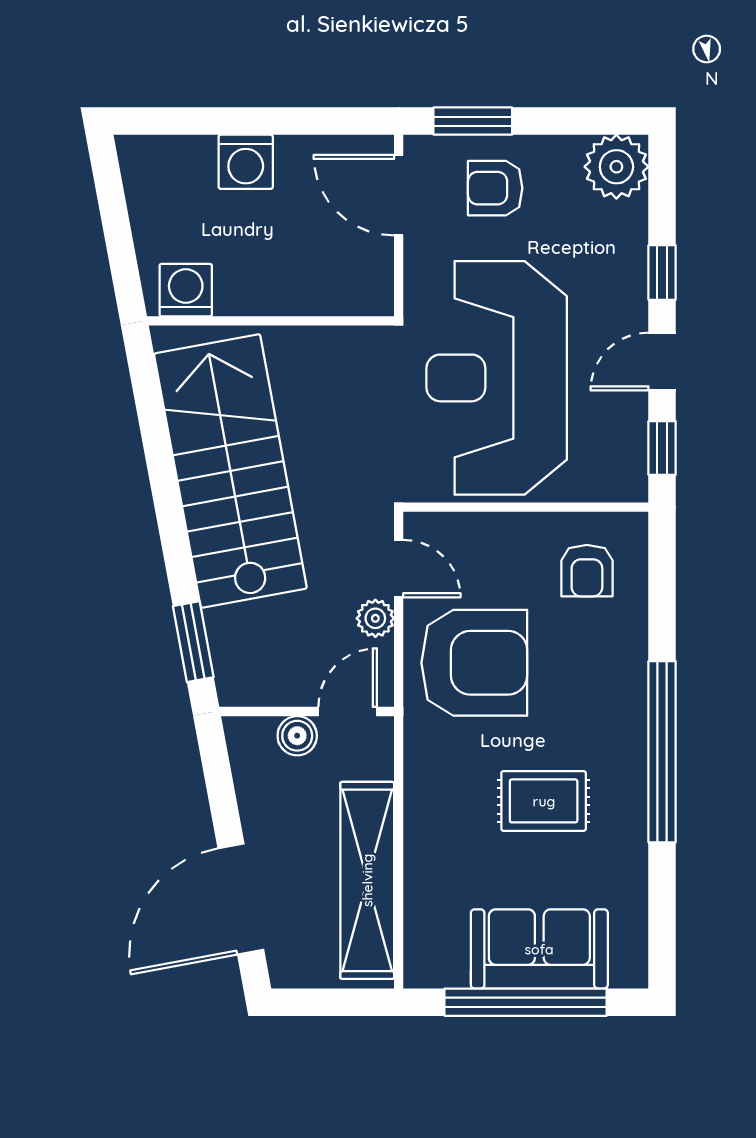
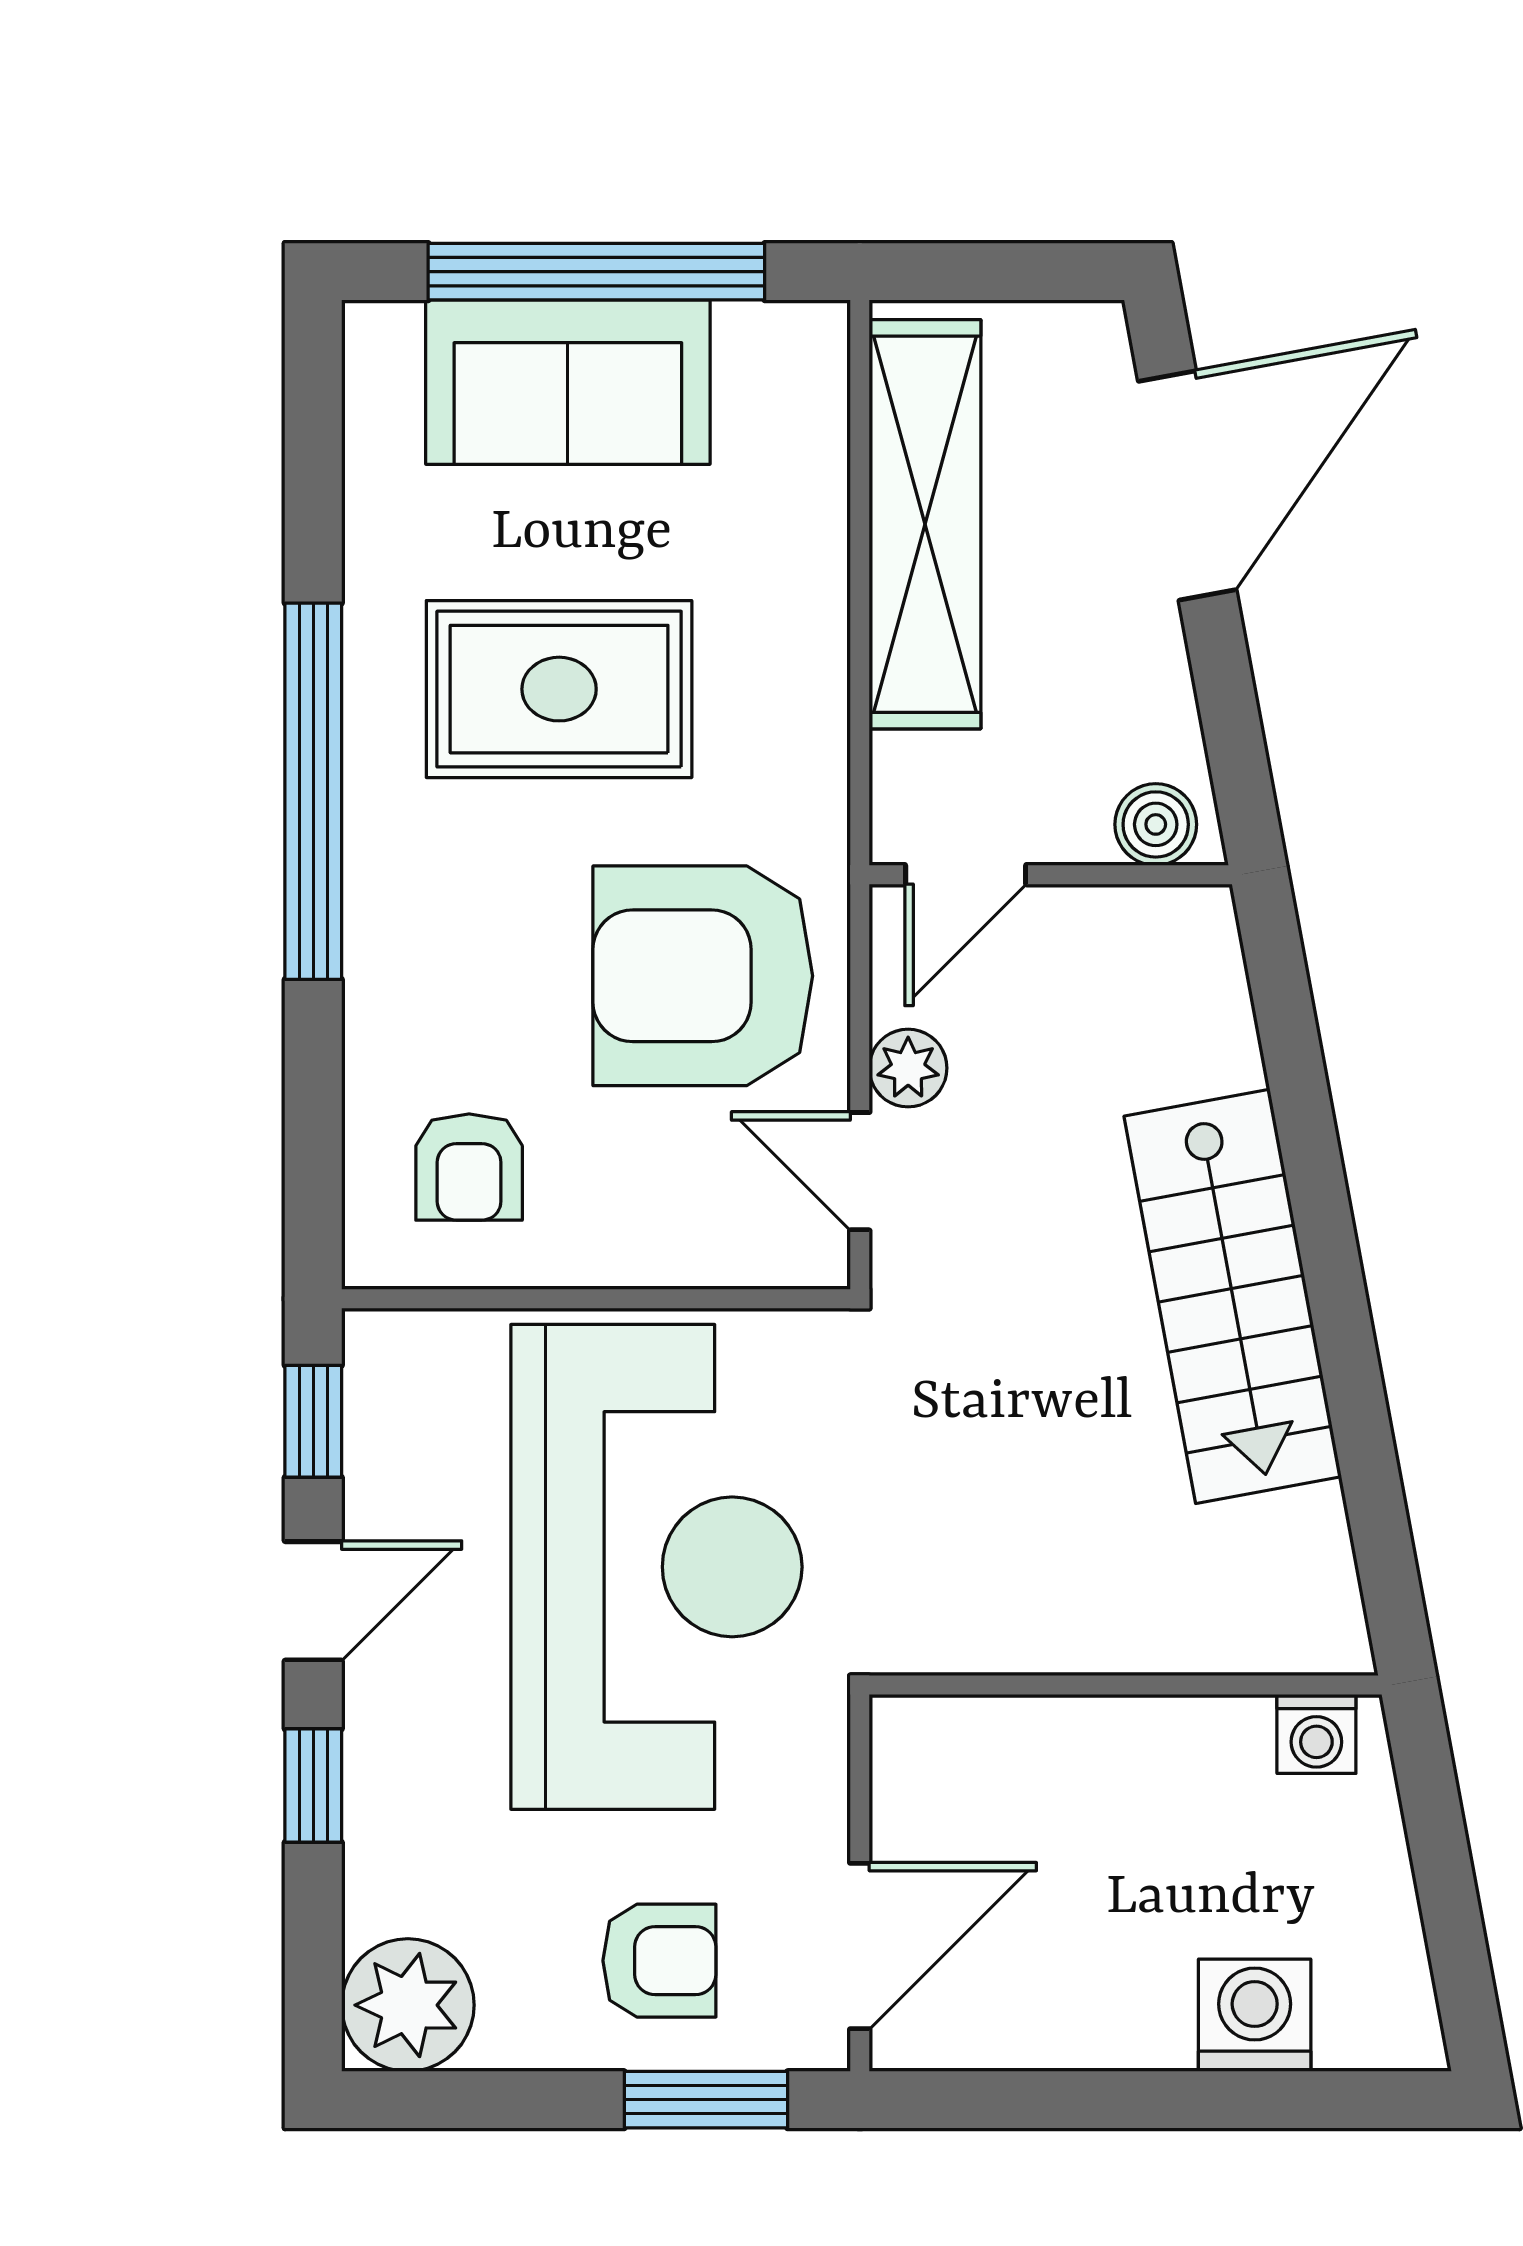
washing machine: (246, 162) -> (1255, 2015), moved
door: (399, 195) -> (860, 1946), hinge flipped
washing machine: (186, 290) -> (1316, 1734), width x0.73, depth x0.73
stairs: (230, 471) -> (1233, 1296), width x0.73, depth x0.66
armchair: (587, 571) -> (469, 1167), turned 180
window: (193, 642) -> (1286, 1020), removed
boiler: (297, 736) -> (1156, 824), moved
rug: (544, 801) -> (559, 689), width x1.36, depth x1.43

